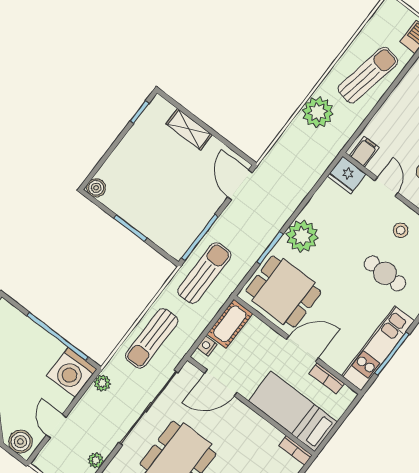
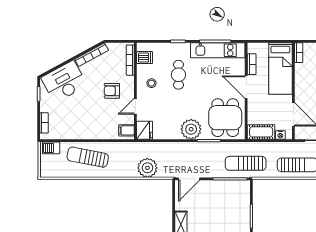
plant: (318, 112) -> (147, 168), moved

